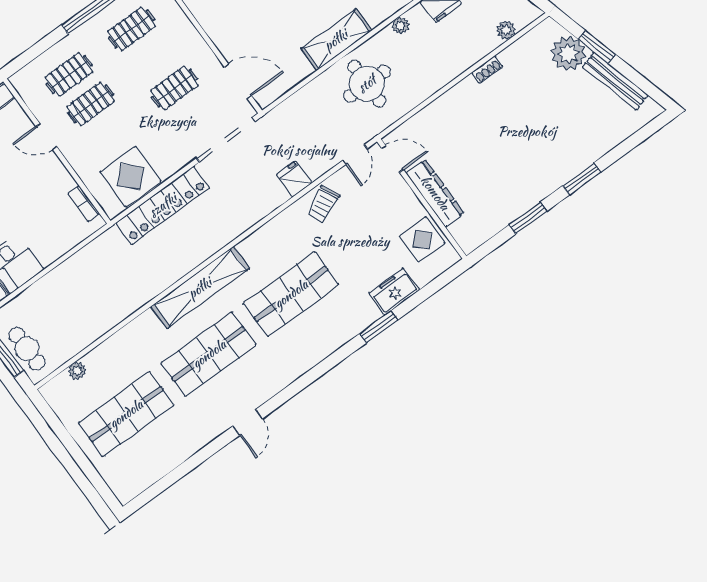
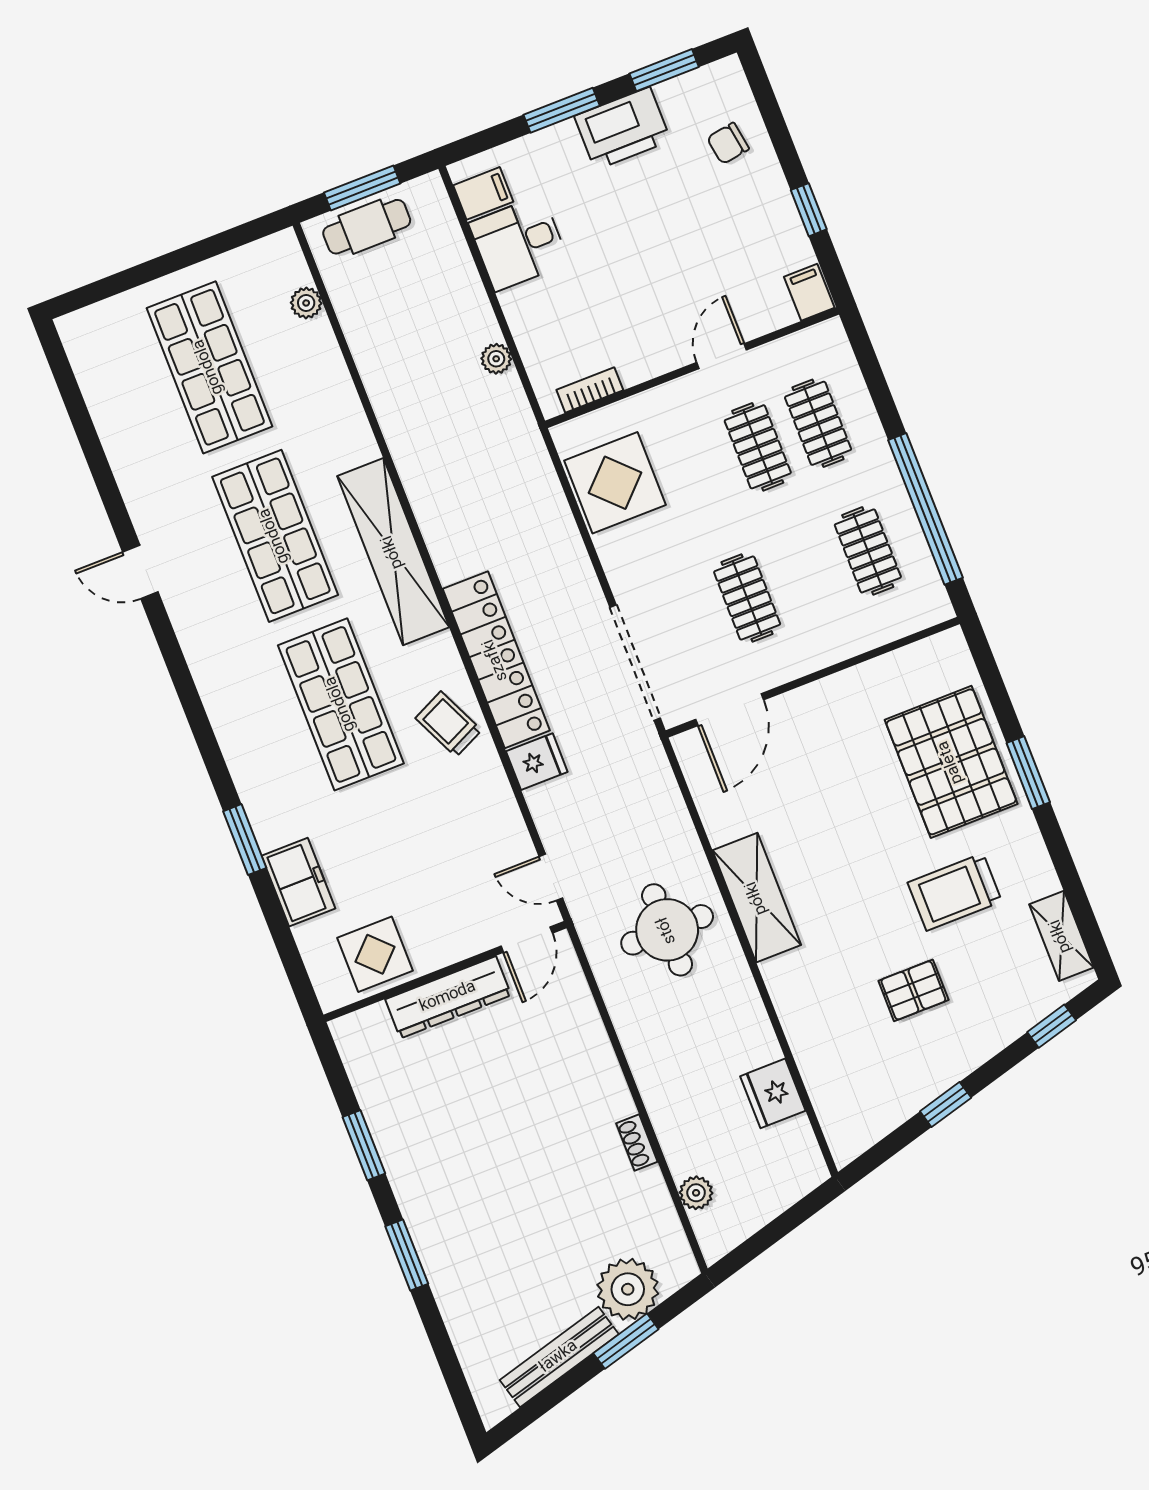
plant: (400, 26) -> (496, 359), moved
trolley: (323, 204) -> (448, 724), moved
locker: (163, 205) -> (496, 660), moved, turned 180

